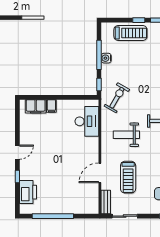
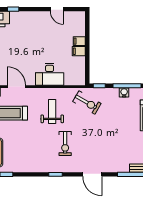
filing cabinet: (36, 106) -> (79, 51), moved, width x0.50
desk: (87, 121) -> (50, 74), moved
door: (17, 152) -> (57, 9), moved

